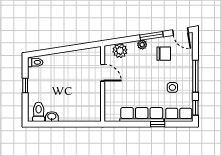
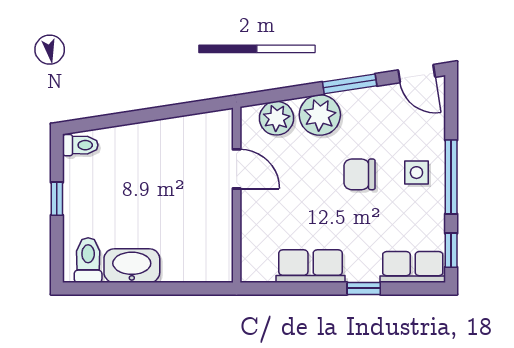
plant: (142, 45) -> (320, 115), width x1.88, depth x1.88
chair: (164, 54) -> (359, 174), moved, turned 180
side table: (172, 87) -> (416, 173), moved
row of seats: (142, 115) -> (311, 266), width x0.68
washbasin: (52, 117) -> (132, 266), width x1.91, depth x1.45

